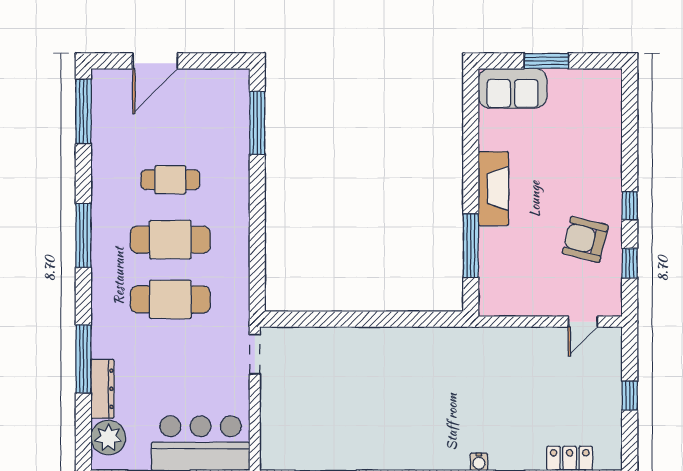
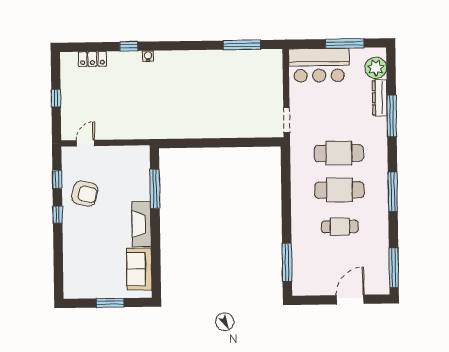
sofa: (513, 88) -> (139, 269), moved, turned -90

